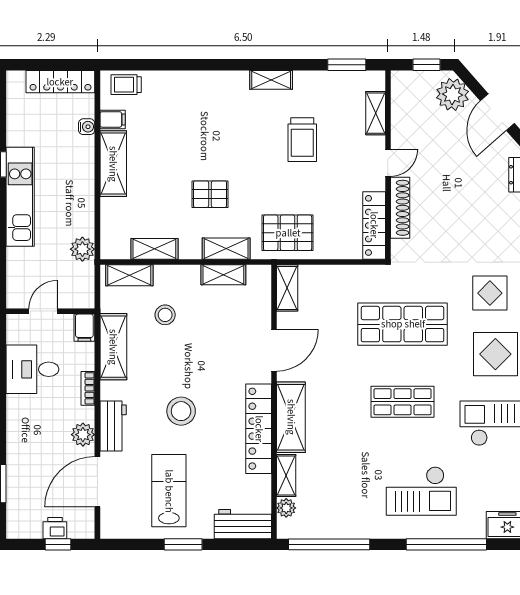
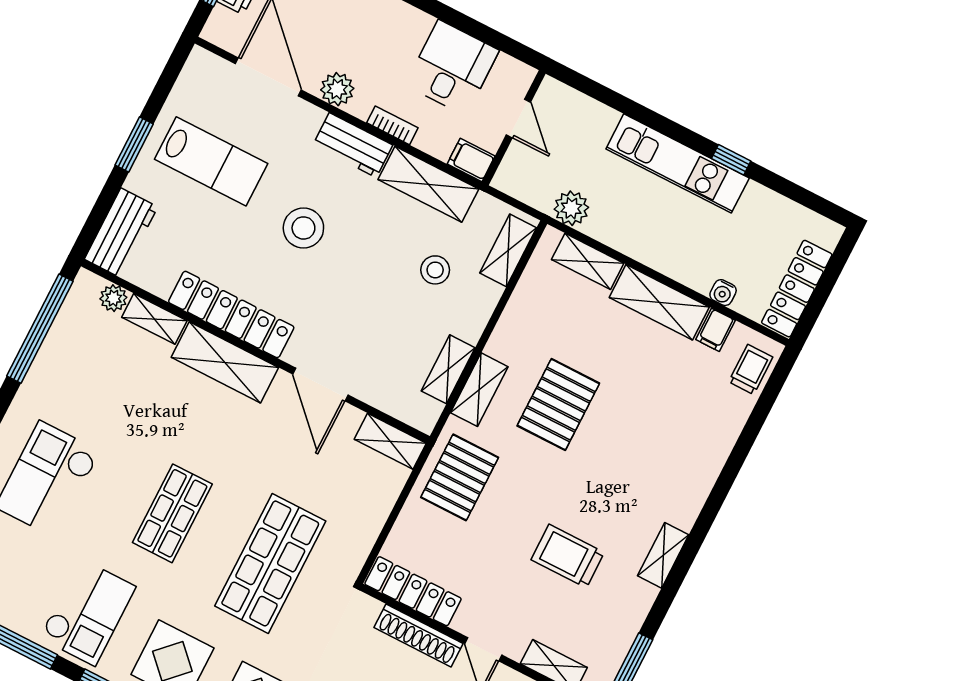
pallet: (210, 194) -> (558, 404), width x1.50, depth x1.42
shelving: (154, 249) -> (588, 261), moved, turned 90
workbench: (113, 426) -> (353, 145), moved

